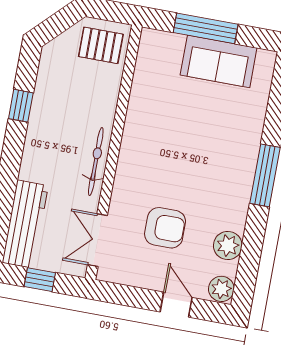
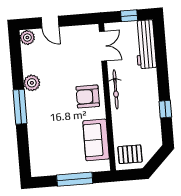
sofa: (219, 61) -> (96, 140), moved, turned -90
armchair: (165, 228) -> (88, 97), moved
plant: (228, 246) -> (32, 83), moved

